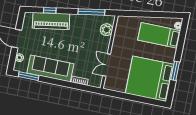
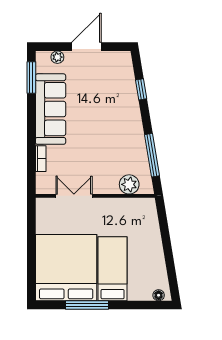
piano: (51, 21) -> (125, 95), removed
bed: (159, 35) -> (113, 269), moved
window: (175, 71) -> (87, 305), width x1.44

